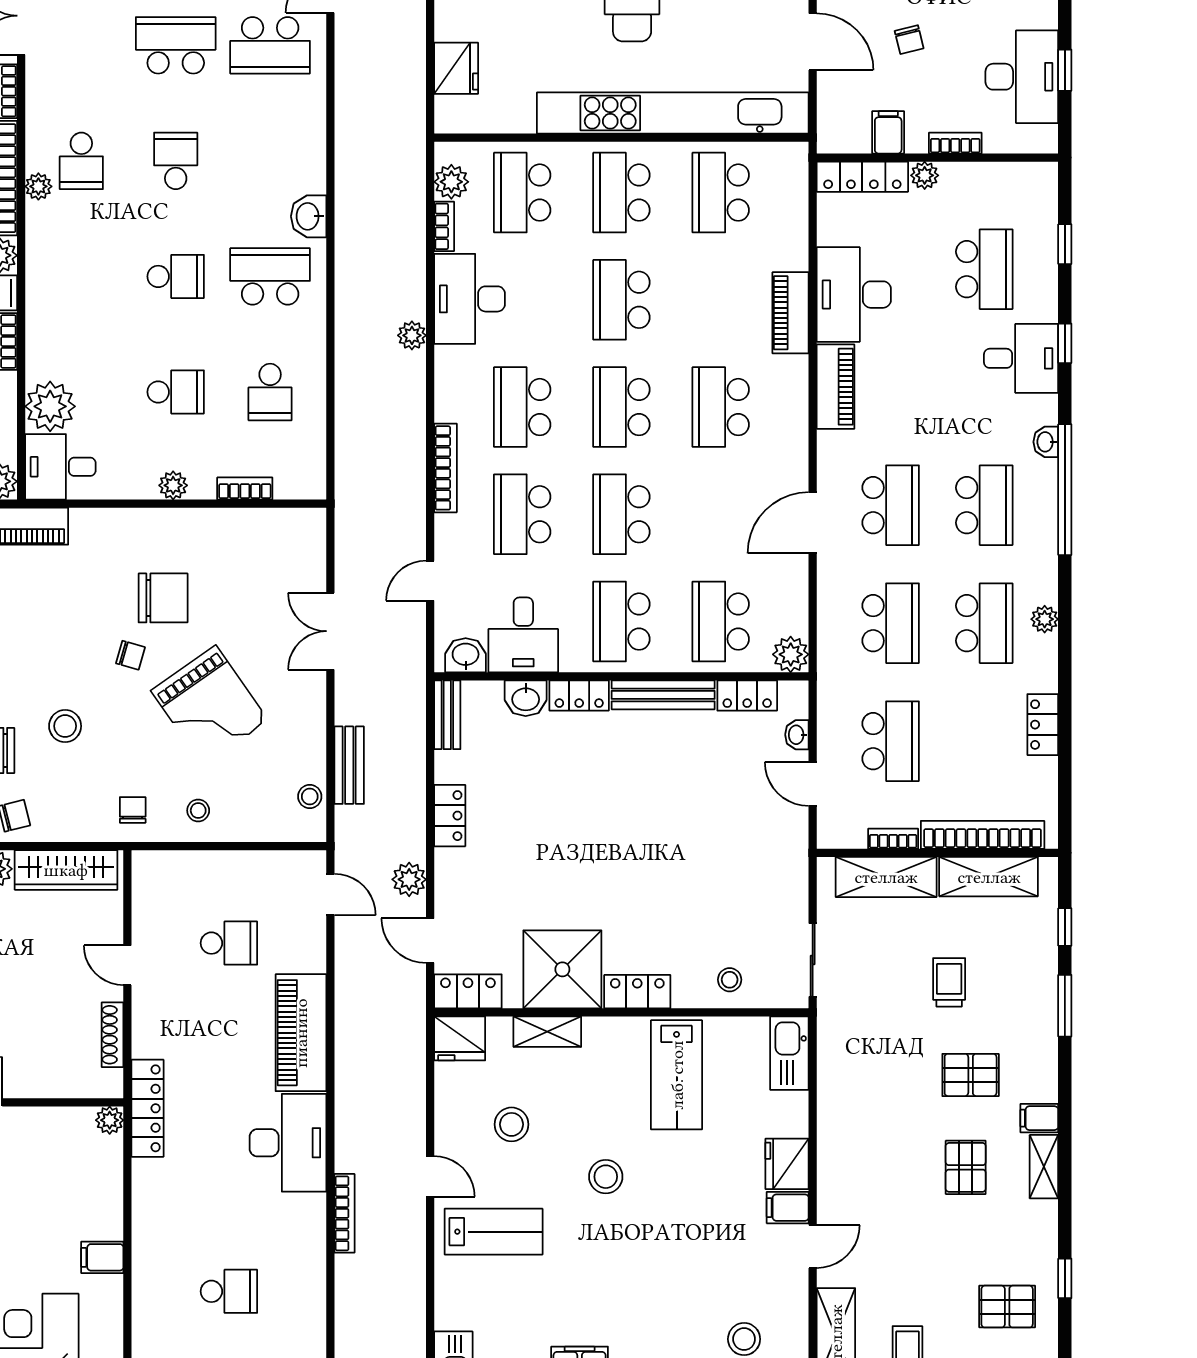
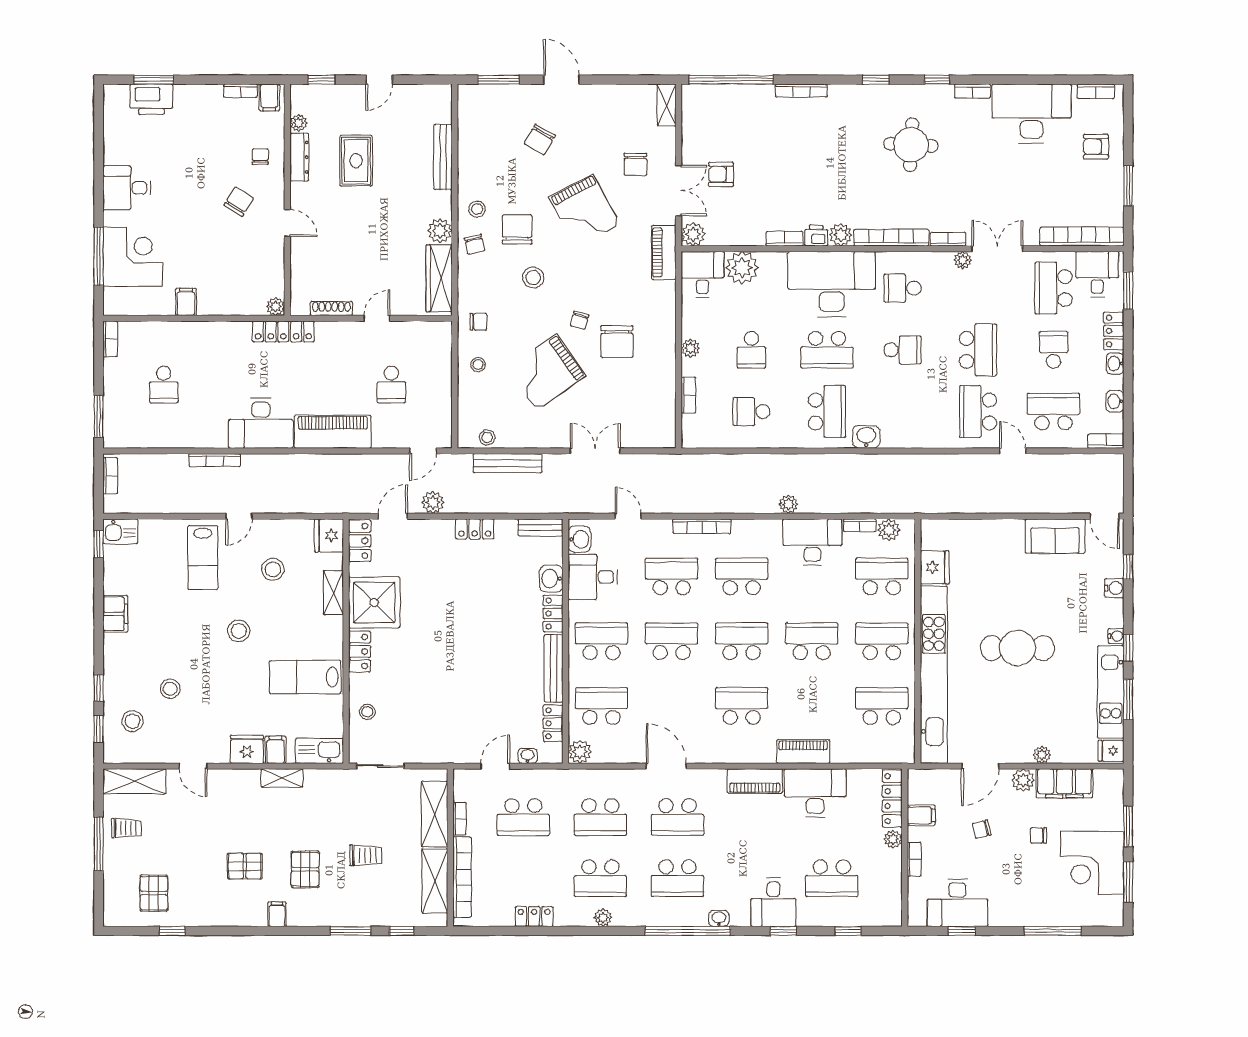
fridge: (456, 68) -> (935, 567), moved, turned -90
plant: (38, 186) -> (963, 260), moved
desk: (75, 269) -> (832, 284), added
school desk: (176, 276) -> (827, 350), width x1.85
bench: (349, 765) -> (508, 463), width x1.36
shelving: (1044, 1167) -> (282, 778), moved
filing cabinet: (788, 1208) -> (276, 750), moved
stool: (694, 1281) -> (170, 689), added

